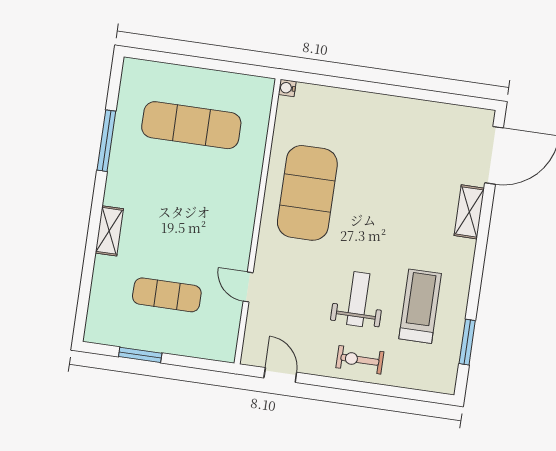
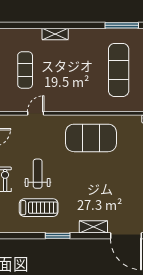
window: (106, 141) -> (122, 25), moved
weight bench: (358, 299) -> (38, 174), turned -90
window: (467, 342) -> (58, 236), moved

